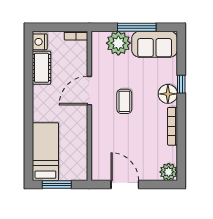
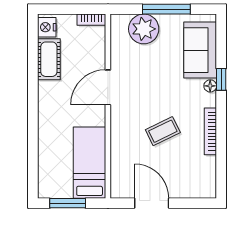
sofa: (155, 44) -> (200, 50), moved, turned 90
floor lamp: (168, 94) -> (210, 86), width x0.53, depth x0.53
coffee table: (124, 101) -> (163, 131), moved, turned 64
bed: (45, 152) -> (90, 163), moved
plant: (169, 172) -> (206, 188), removed

